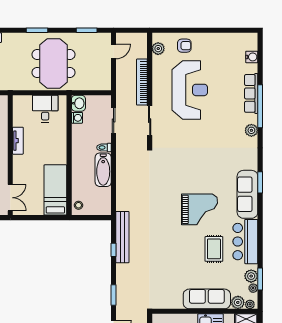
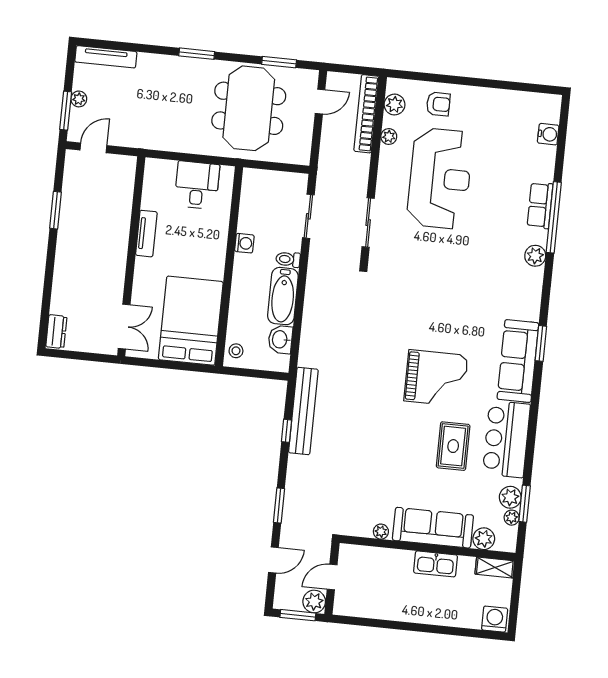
meeting table: (53, 64) -> (249, 108), moved
plant: (157, 68) -> (389, 137), added
bookcase: (142, 82) -> (366, 114), moved
row of seats: (251, 93) -> (540, 205), width x0.68
washbasin: (78, 103) -> (280, 339), moved, turned 180
washing machine: (77, 118) -> (244, 243), moved
bed: (55, 190) -> (191, 321), width x1.50
plant: (250, 304) -> (381, 532), moved

